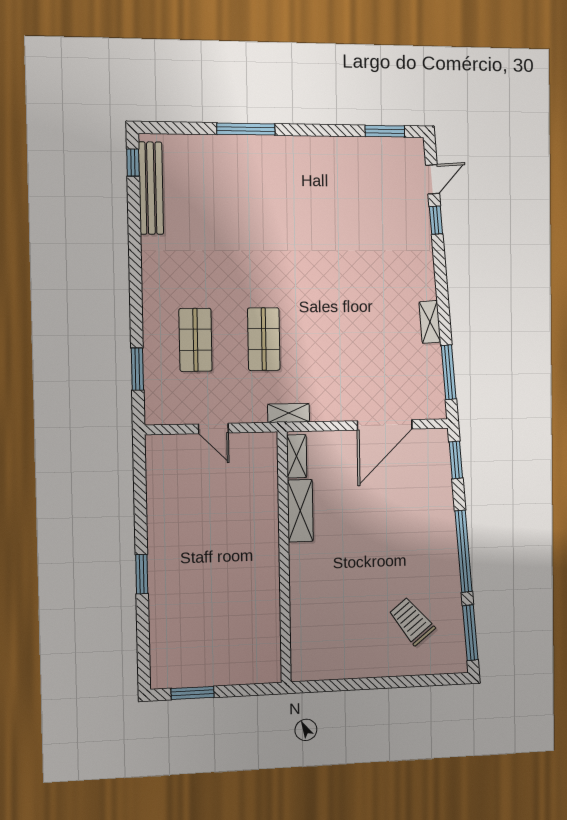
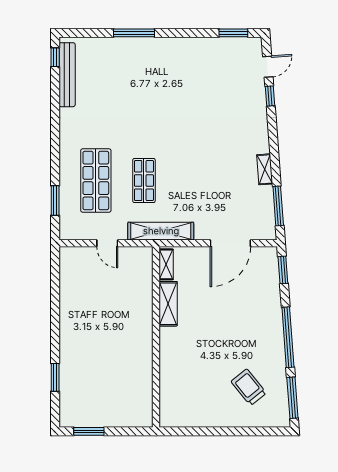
shop shelf: (195, 340) -> (96, 181), width x1.43, depth x1.36
shelving: (289, 413) -> (161, 231), width x2.20, depth x1.33
window: (142, 574) -> (55, 377), moved

